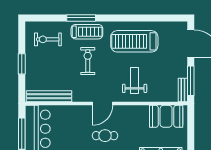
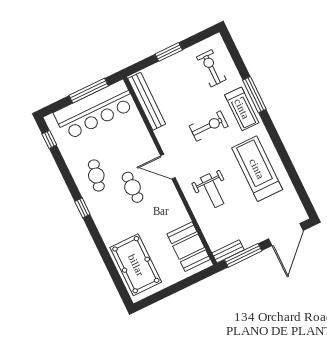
weight bench: (135, 81) -> (212, 191), turned 90

